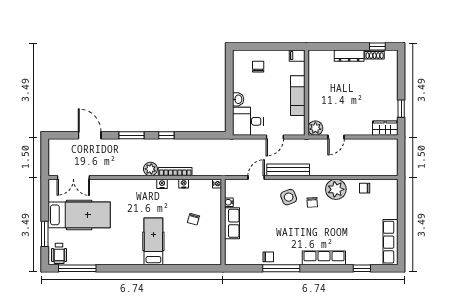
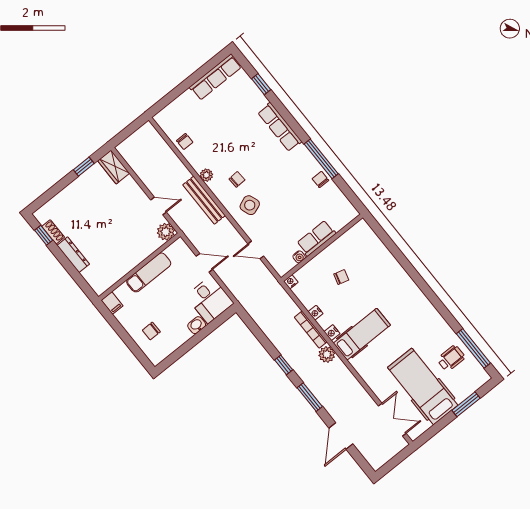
bench: (288, 170) -> (204, 200), moved
plant: (336, 189) -> (206, 175), width x0.53, depth x0.53
hospital bed: (153, 241) -> (362, 334), moved, turned 180
wheelchair: (59, 253) -> (451, 358), moved

